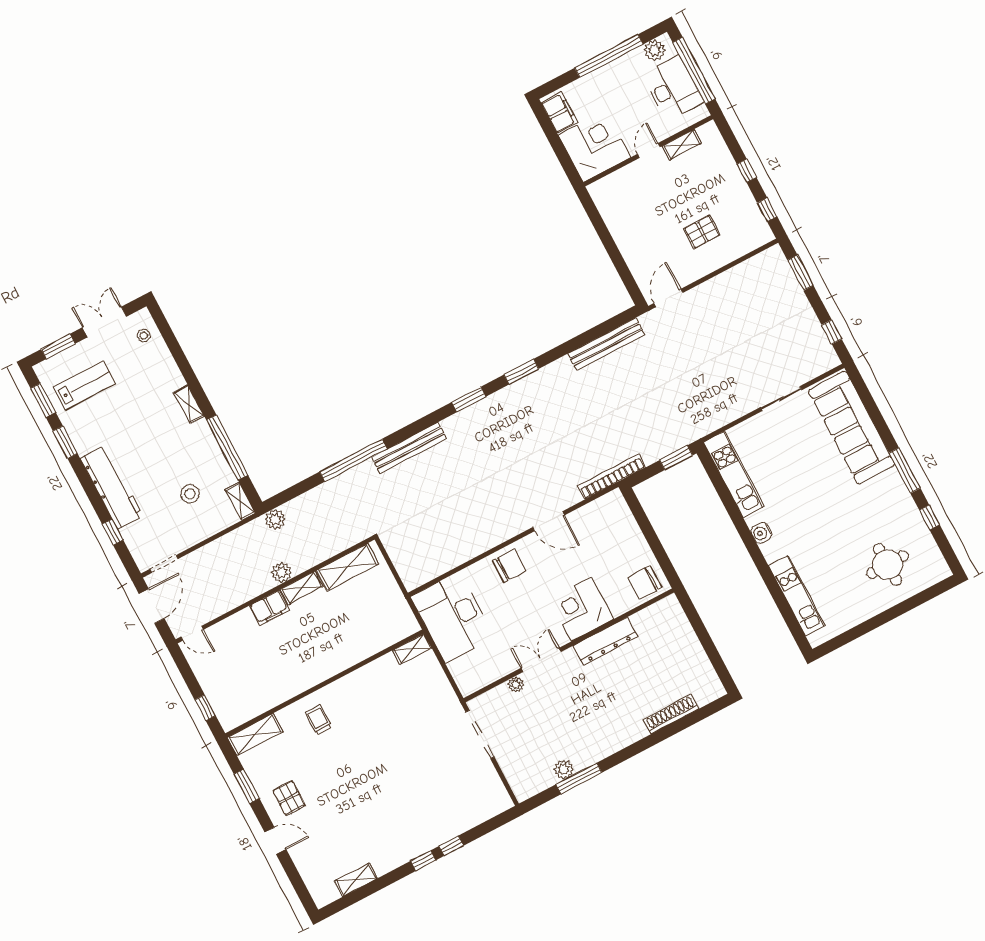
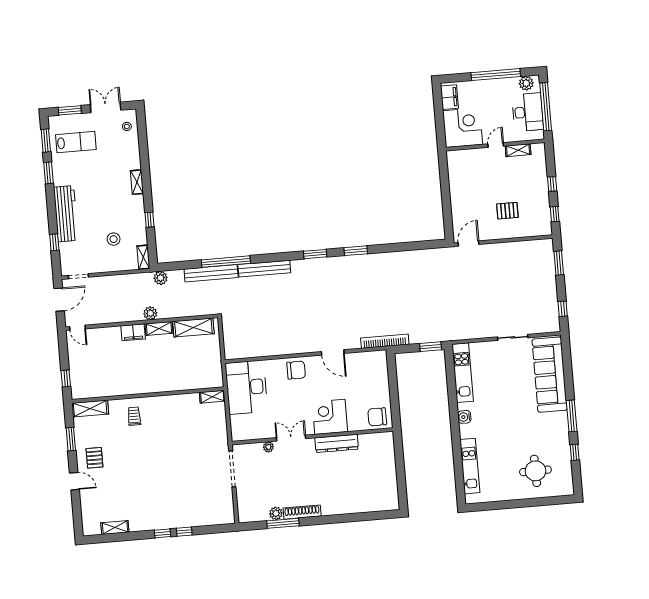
bench: (606, 344) -> (211, 273), moved
window: (227, 448) -> (149, 220), width x0.32
shoe rack: (671, 714) -> (302, 512), moved

